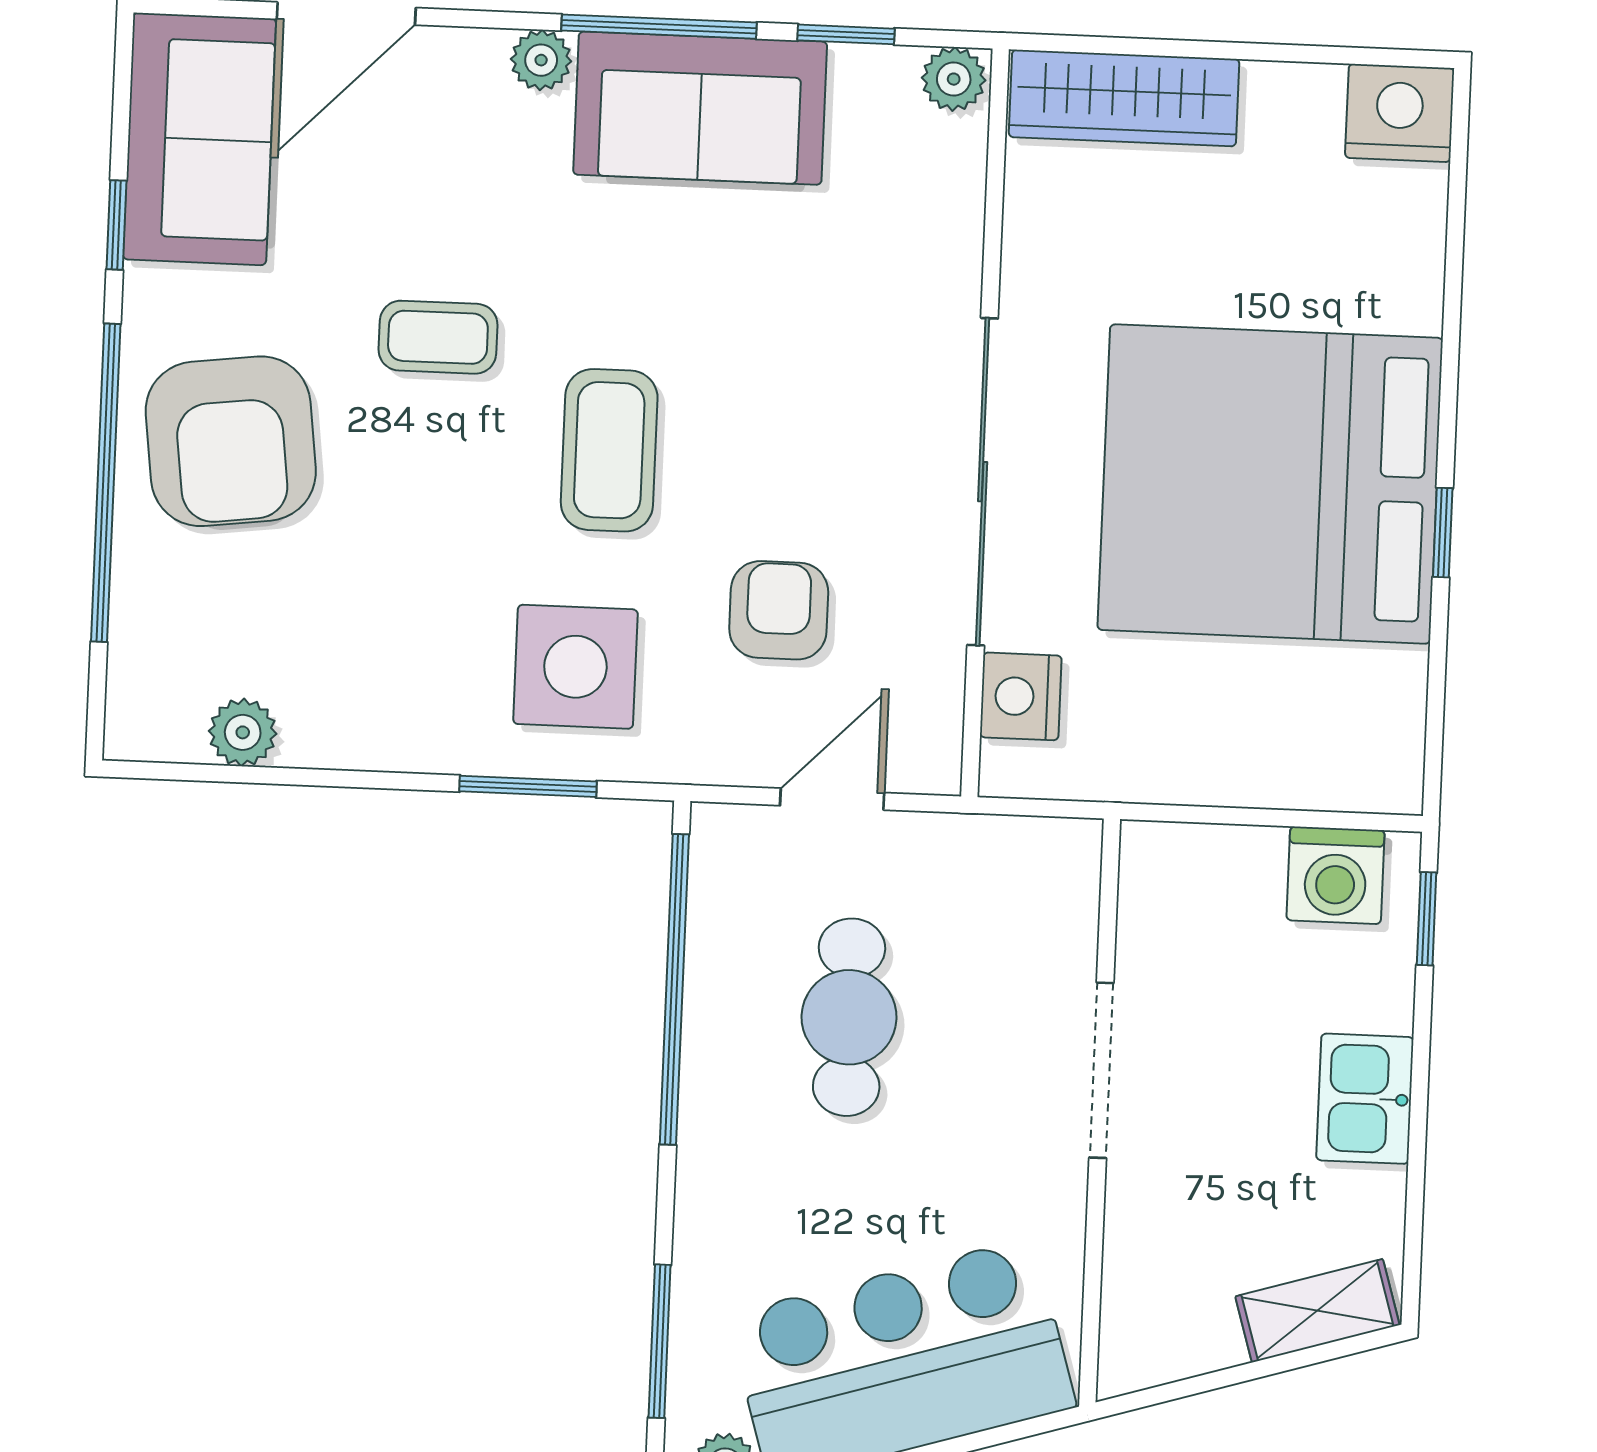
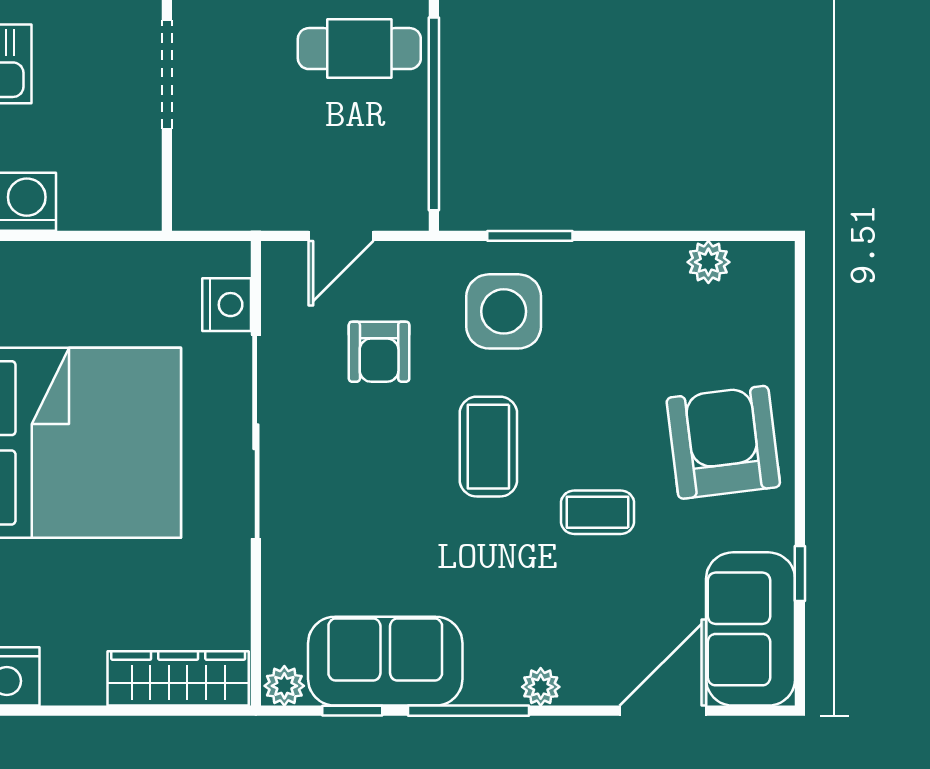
sofa: (700, 108) -> (385, 661), moved
window: (106, 483) -> (800, 413), removed
cafe table: (849, 1017) -> (359, 49), moved, turned 90

